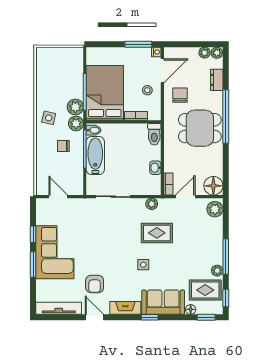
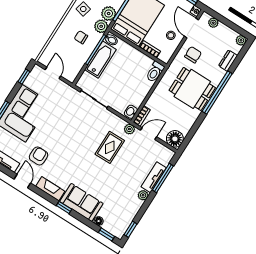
plant: (205, 53) -> (213, 23), moved
door: (162, 71) -> (191, 28), swing flipped
washbasin: (155, 168) -> (131, 112), moved
plant: (152, 204) -> (129, 129), moved
plant: (215, 209) -> (165, 157), removed
rug: (157, 233) -> (110, 147), turned 90
window: (33, 234) -> (24, 77), moved
tv unit: (216, 235) -> (154, 177), added
window: (226, 256) -> (163, 178), moved
side table: (143, 265) -> (84, 165), removed
plant: (217, 271) -> (143, 195), moved
armchair: (95, 284) -> (38, 156), turned 180
rug: (205, 290) -> (119, 213), removed

